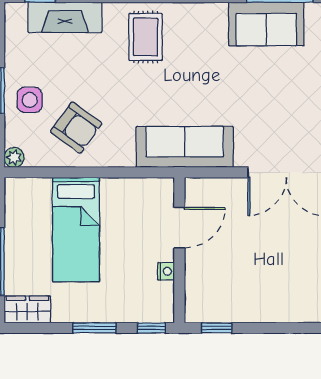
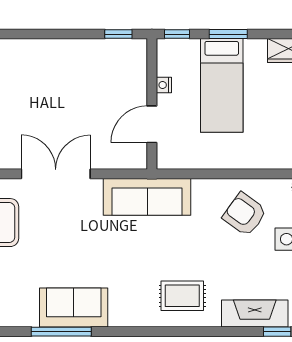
rug: (146, 37) -> (182, 296), turned 90
bed: (76, 230) -> (222, 85), moved, turned 180

